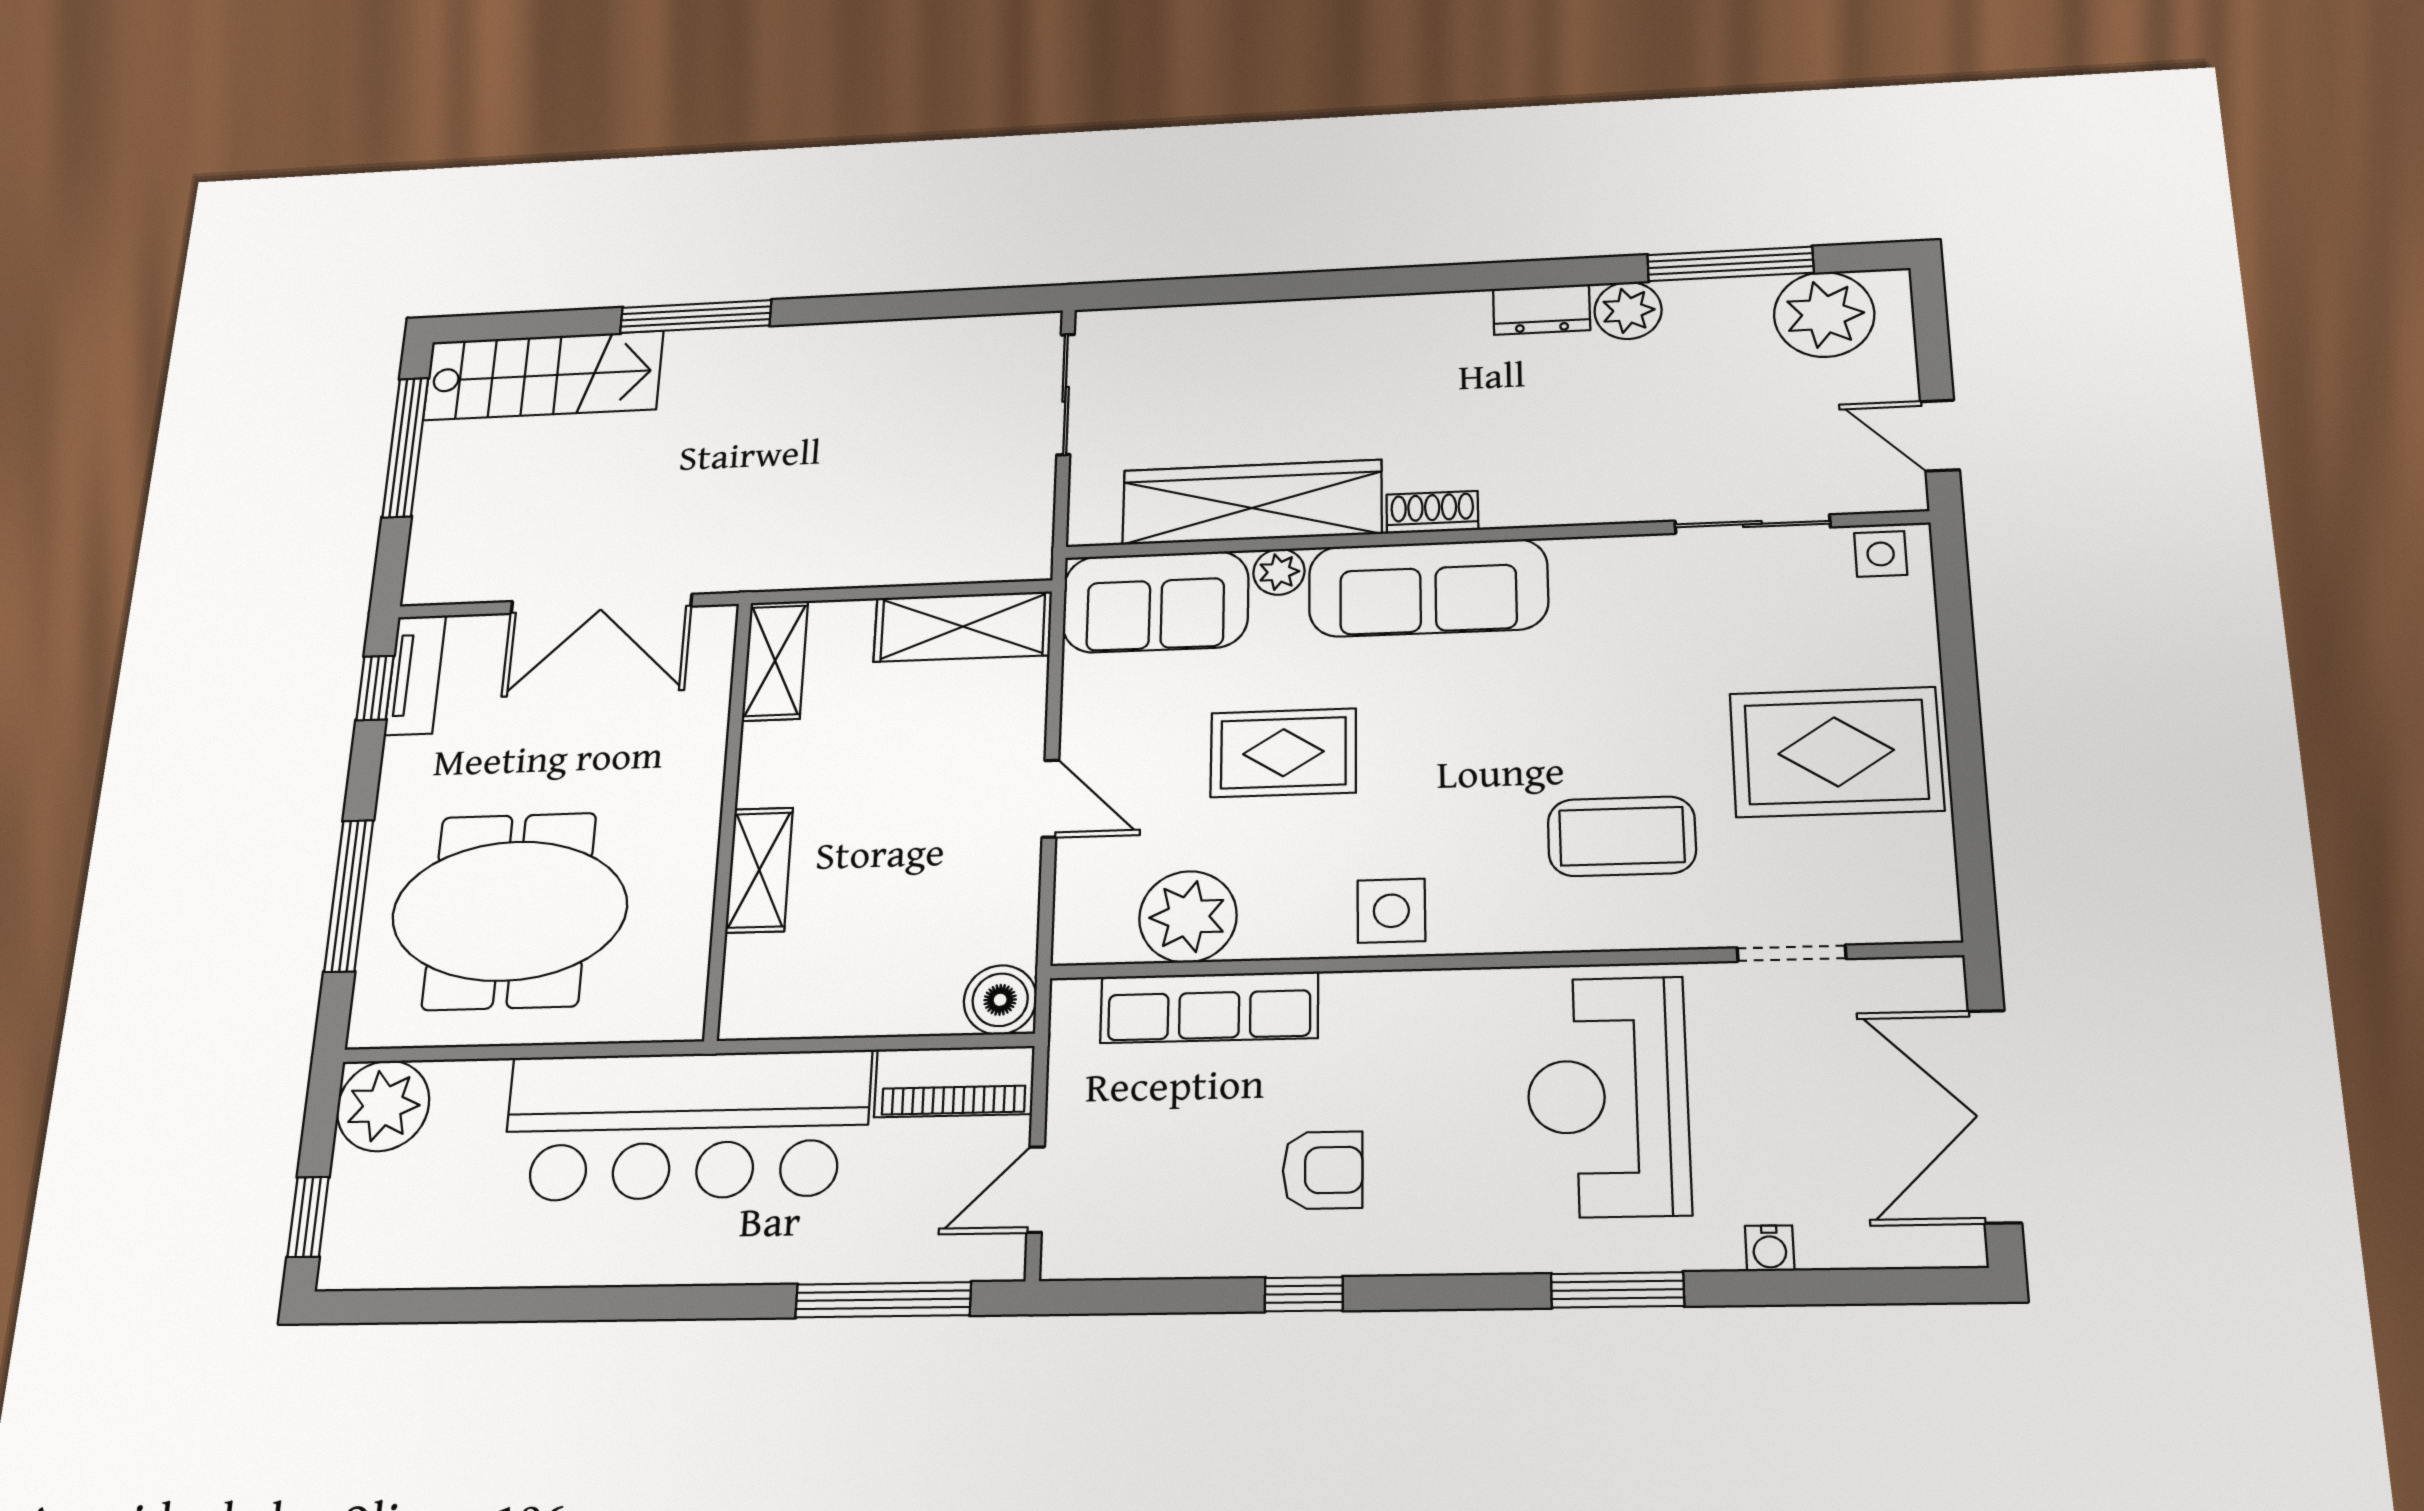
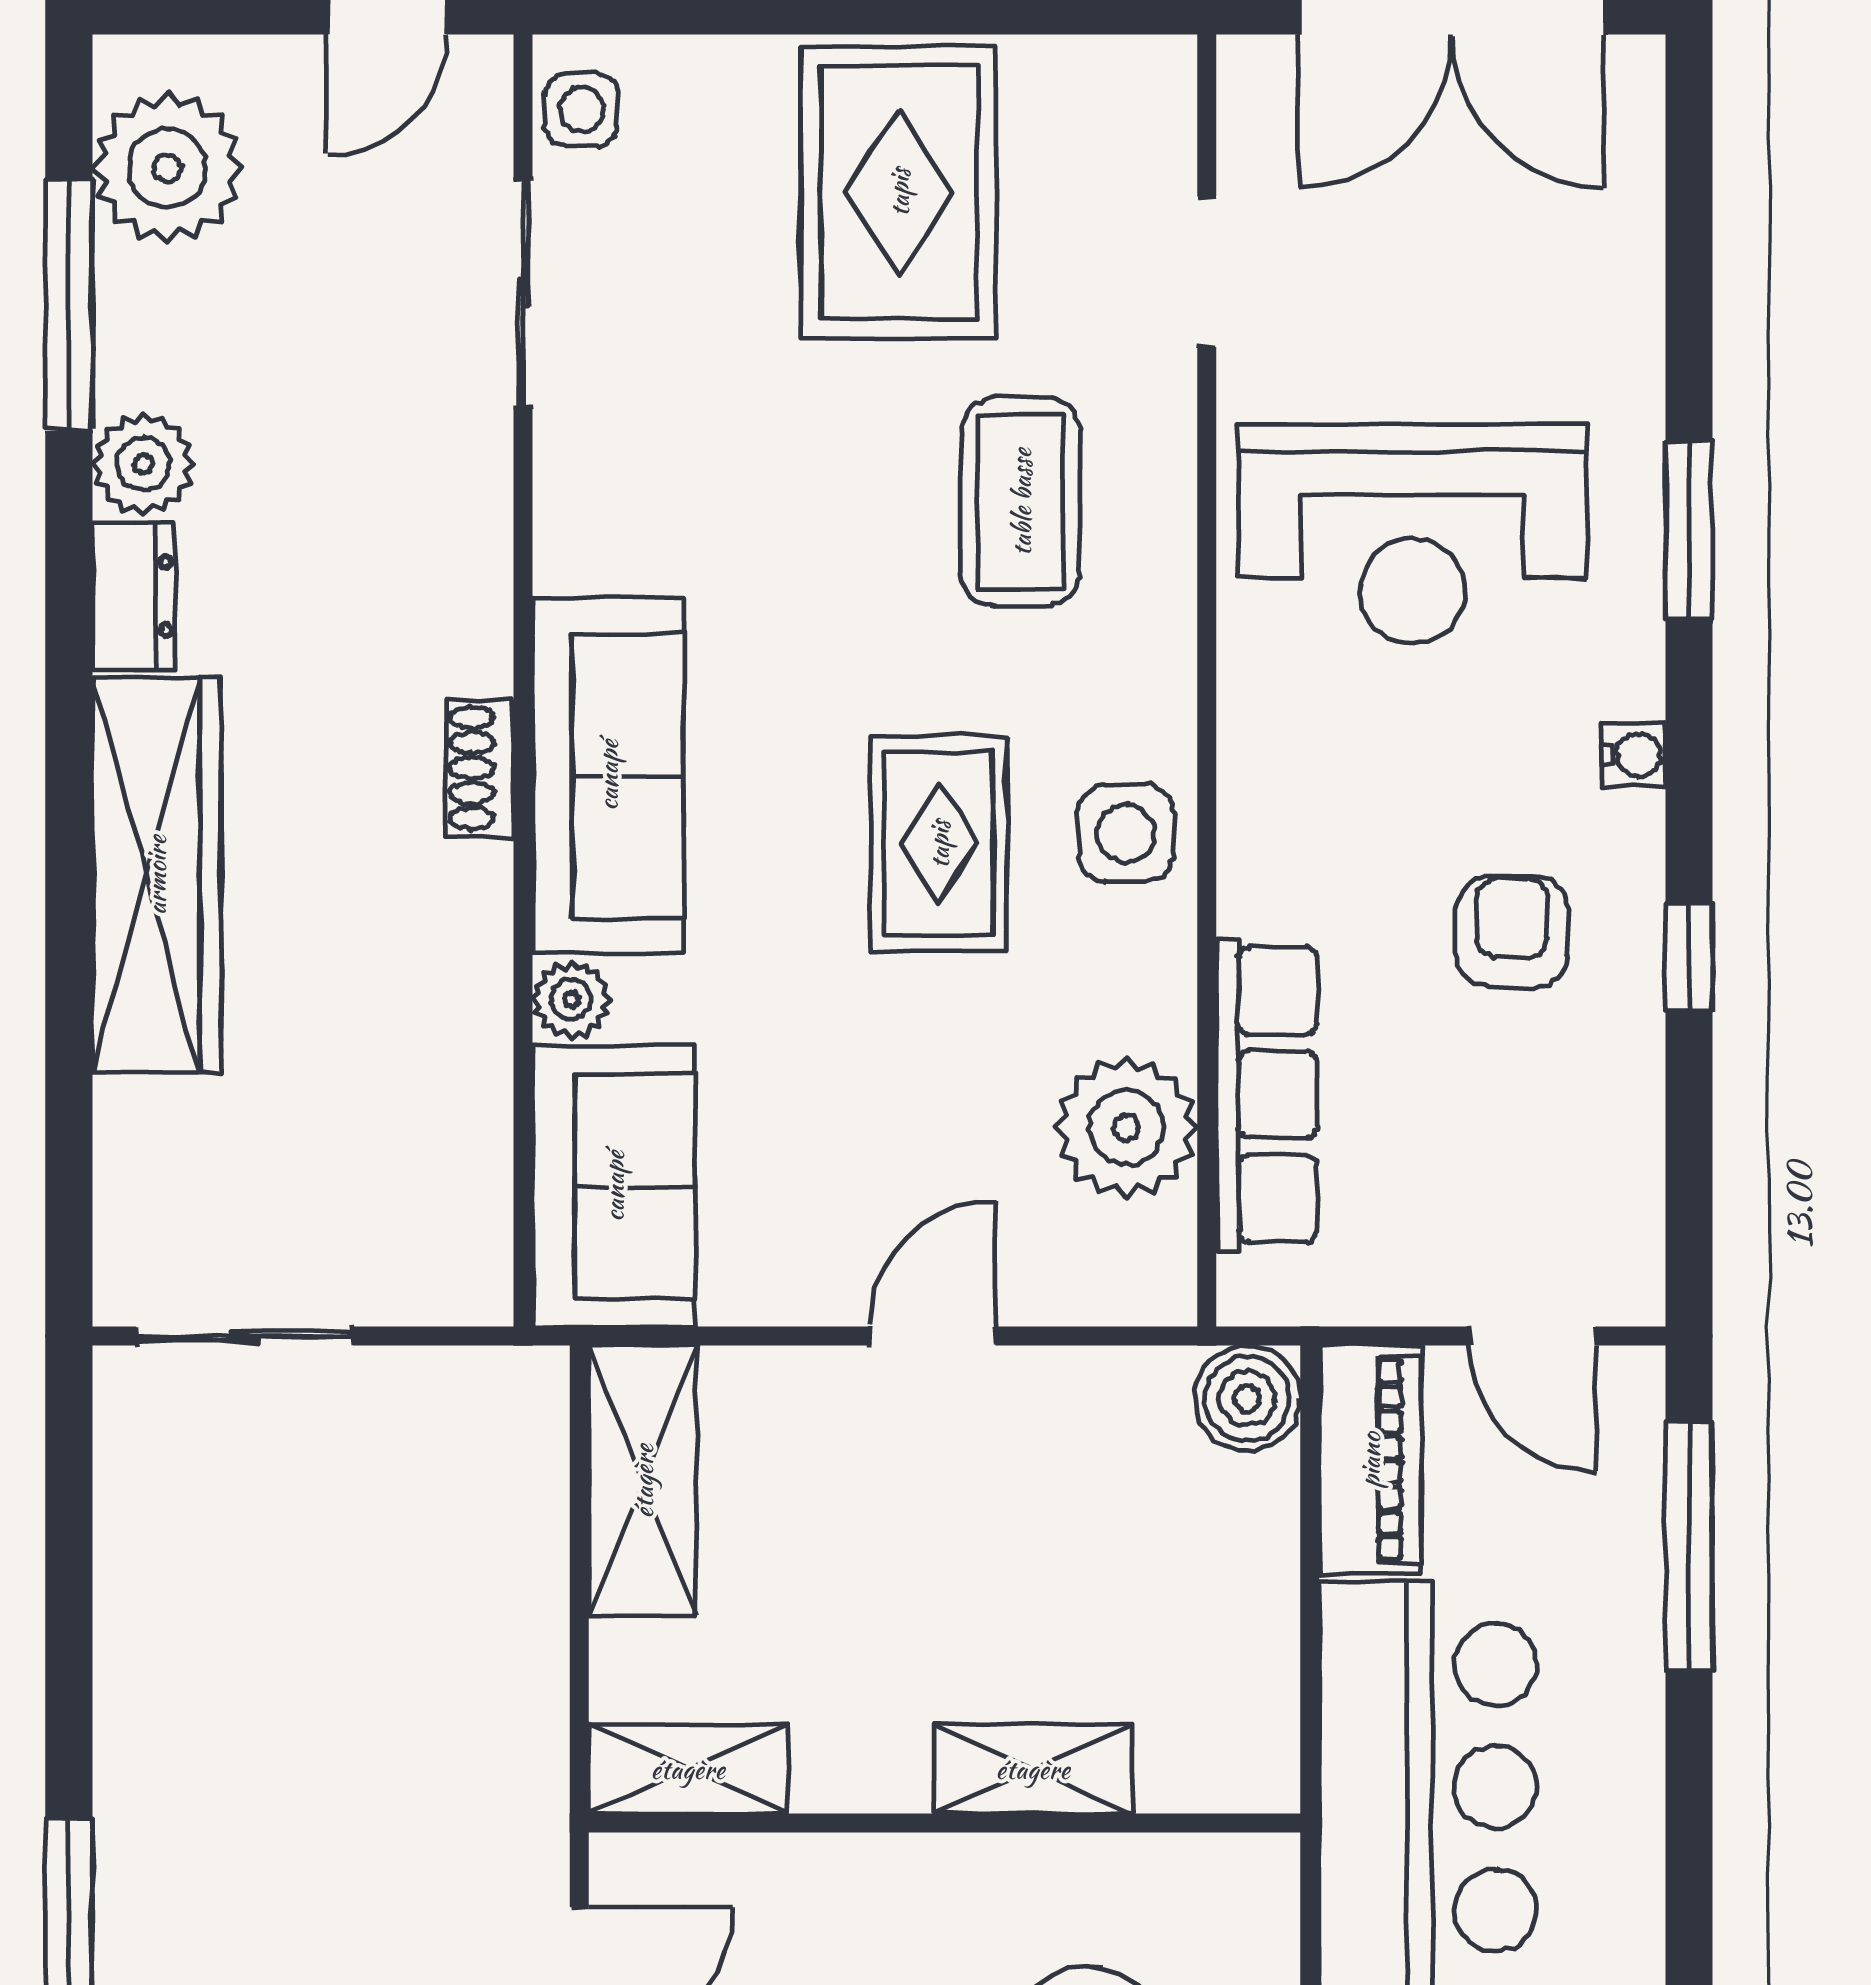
wardrobe: (1252, 502) -> (156, 875), moved, turned 180
rug: (1283, 753) -> (939, 844), moved
water cooler: (1770, 1248) -> (1634, 755), moved

